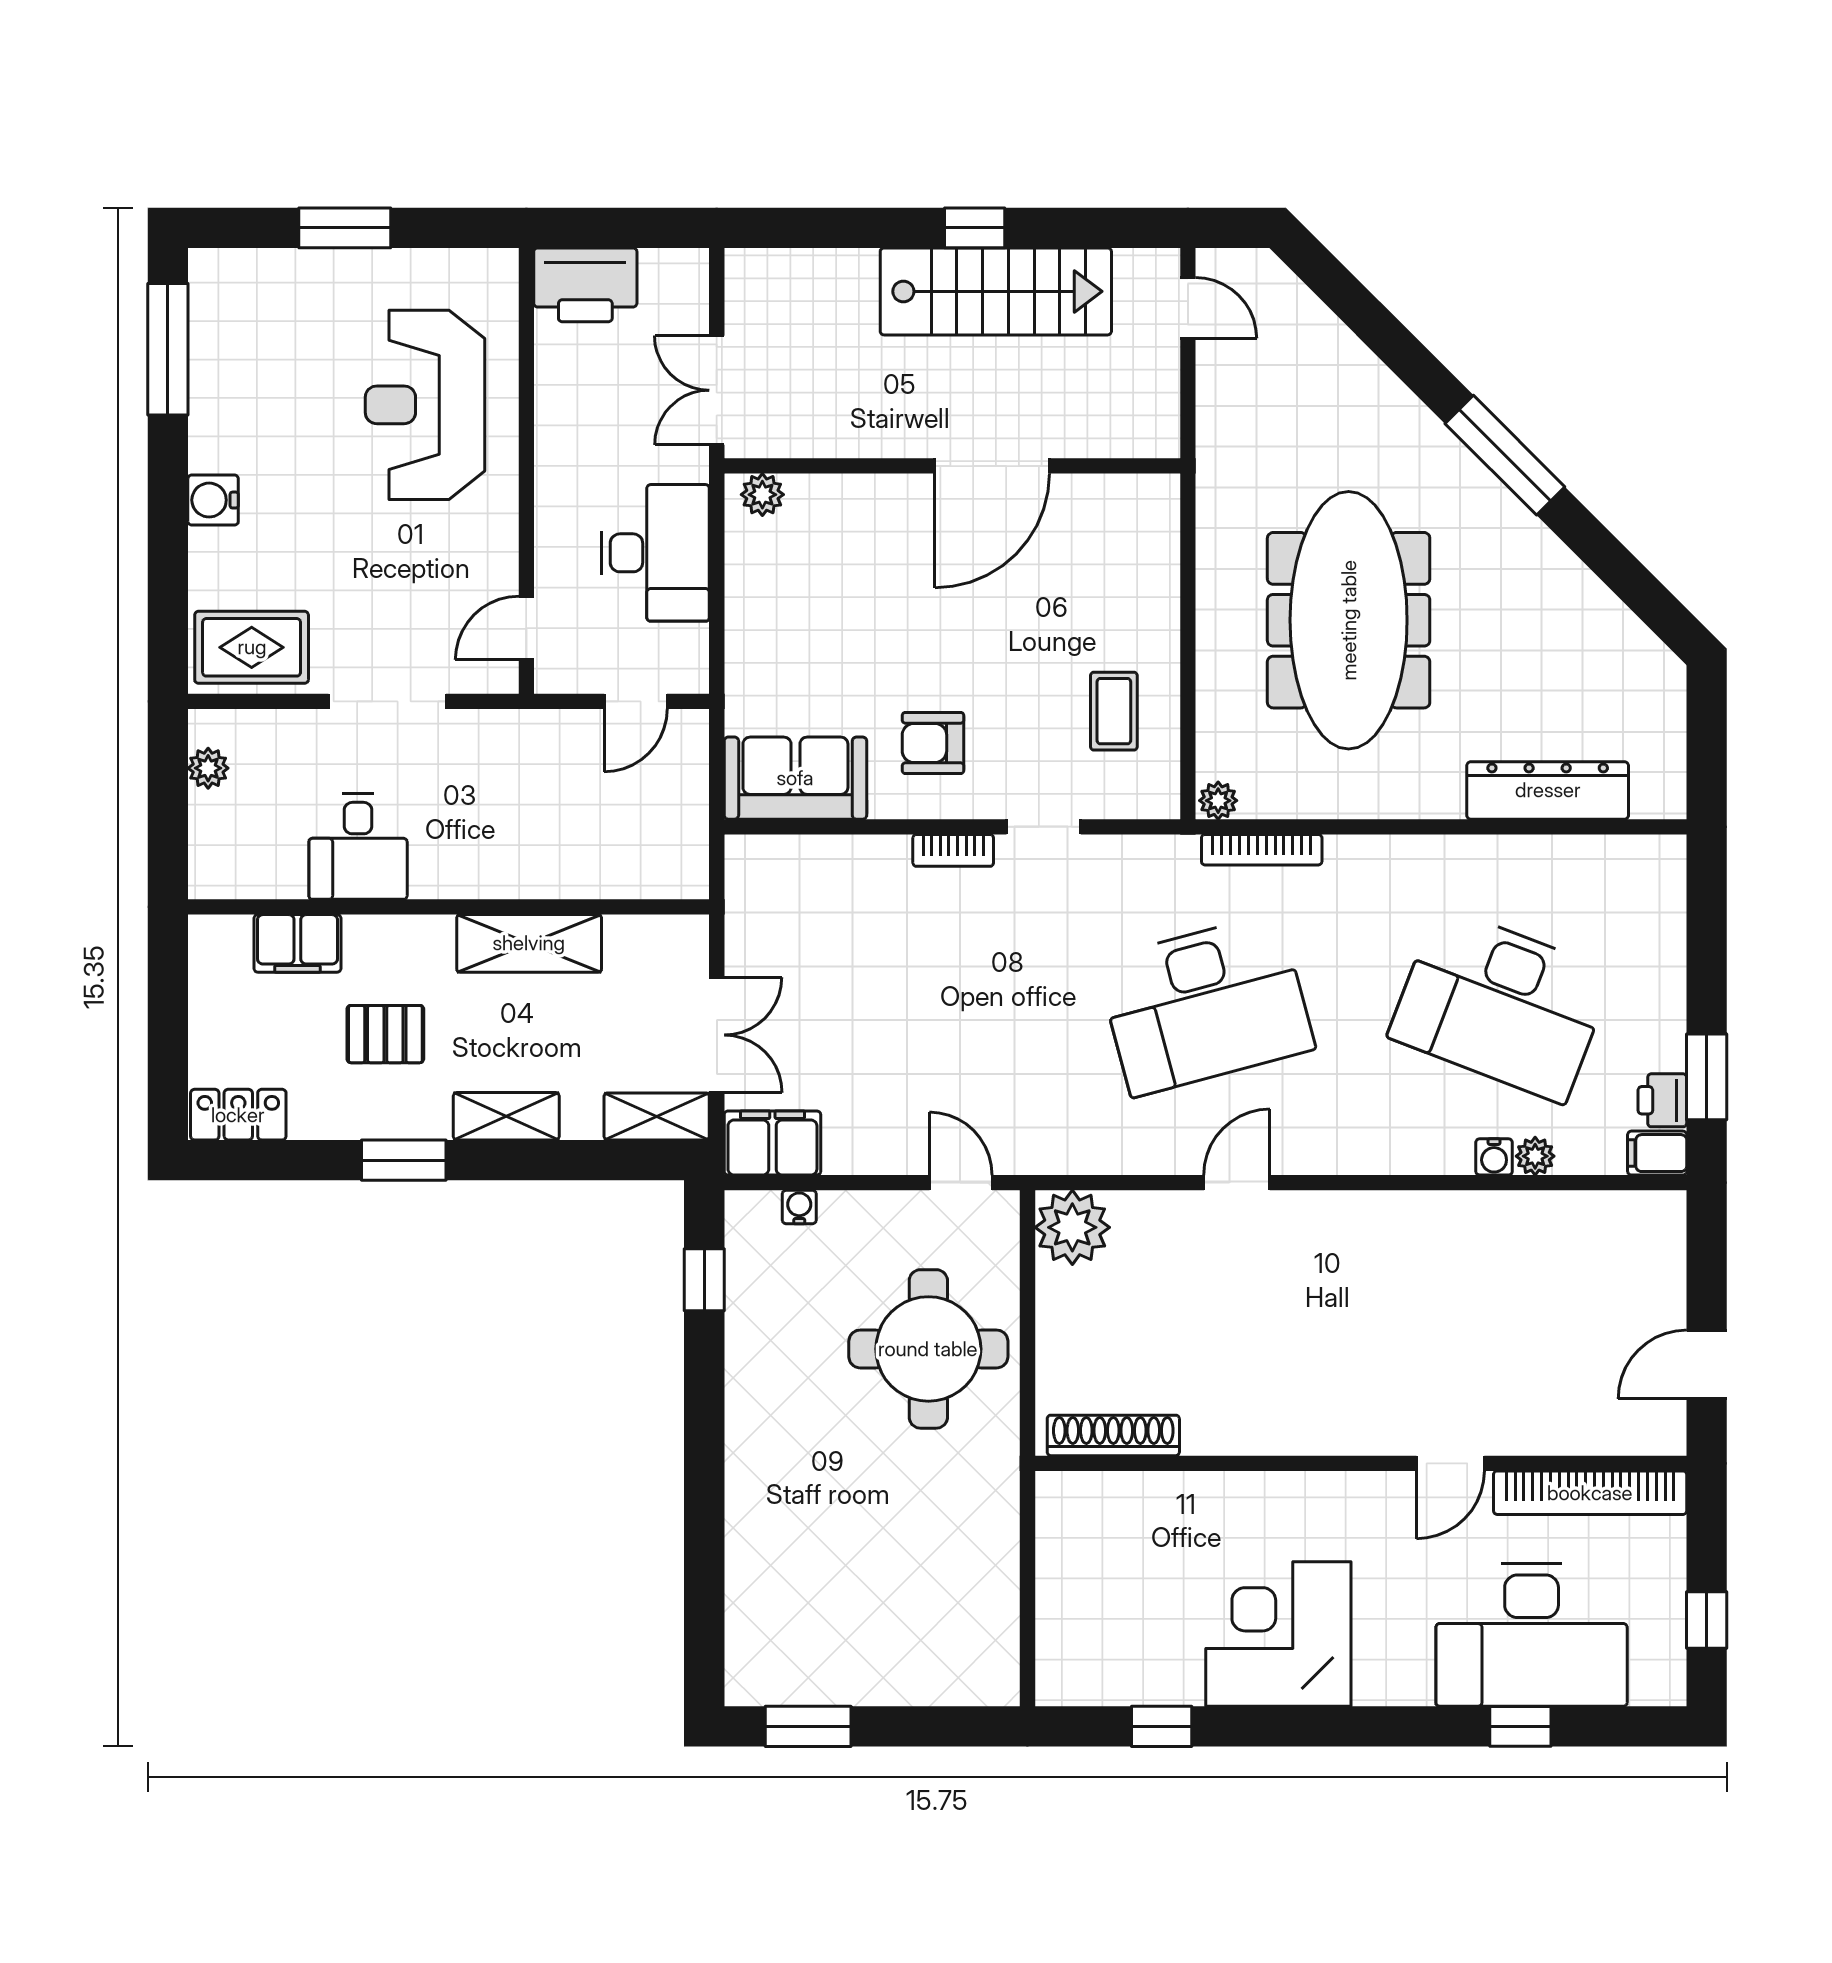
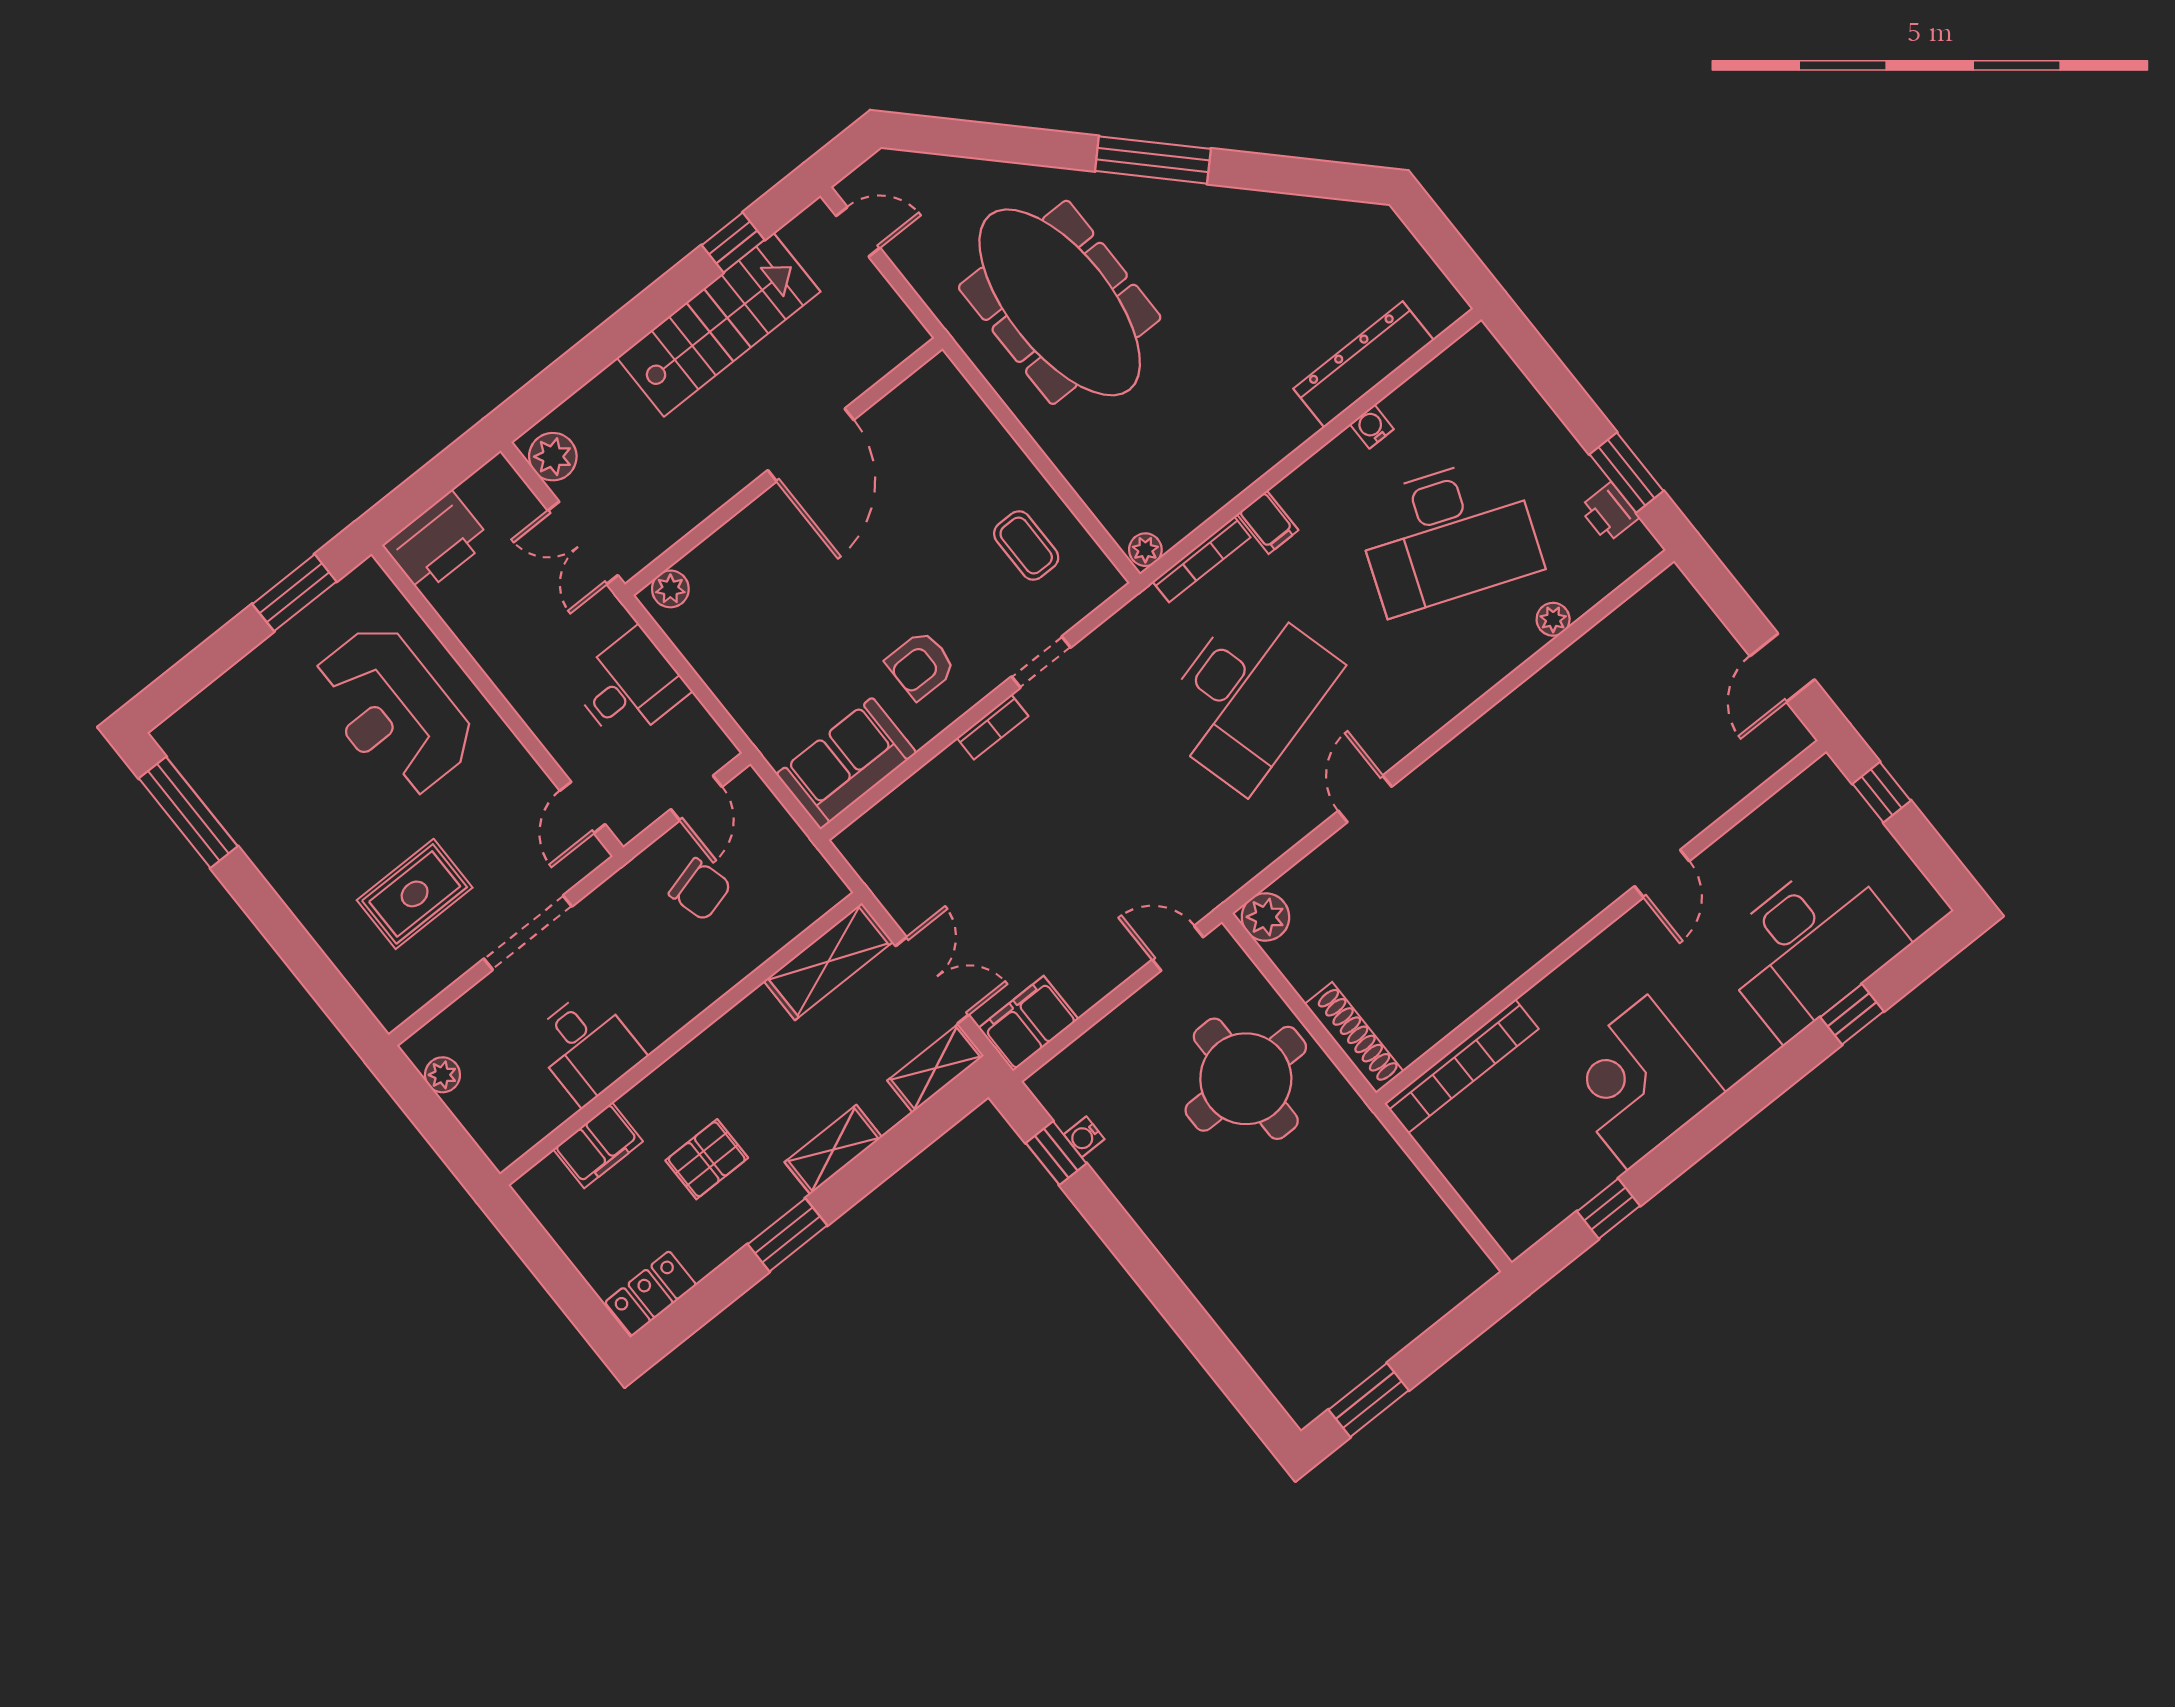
window: (345, 228) -> (294, 593), moved
window: (975, 228) -> (733, 242), moved
plant: (752, 291) -> (553, 457), added
water cooler: (213, 500) -> (301, 890), removed
desk: (656, 553) -> (629, 686), width x0.73
meeting table: (1349, 620) -> (1060, 302), moved
rug: (252, 647) -> (415, 894), moved
chair: (573, 786) -> (700, 889), added
shelving: (529, 943) -> (828, 961), moved
filing cabinet: (1657, 1153) -> (1268, 522), moved, turned -90
water cooler: (1494, 1157) -> (1372, 427), moved, turned 180
water cooler: (799, 1207) -> (1084, 1137), moved, turned -90
plant: (1072, 1227) -> (1265, 917), width x0.73, depth x0.73
shoe rack: (1113, 1435) -> (1354, 1038), moved, turned 90
bookcase: (1590, 1493) -> (1462, 1066), moved
window: (1707, 1620) -> (1882, 792), moved

